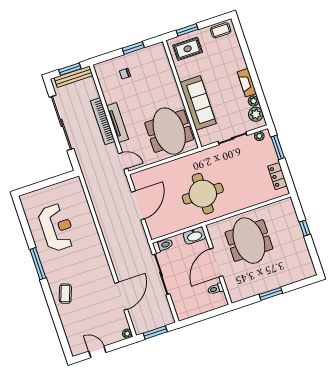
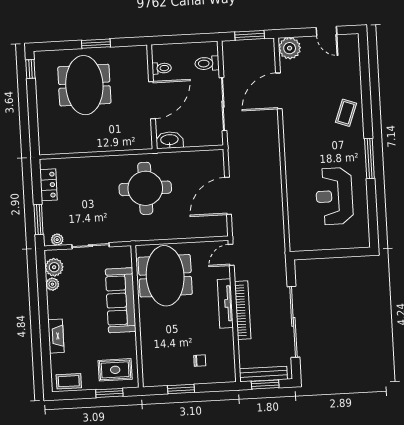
fireplace: (247, 83) -> (56, 336), moved
door: (123, 161) -> (231, 255), hinge flipped
window: (305, 228) -> (30, 69), moved
meeting table: (249, 241) -> (84, 85), moved
toilet: (163, 245) -> (207, 63), moved
plant: (127, 334) -> (290, 48), width x1.88, depth x1.88

